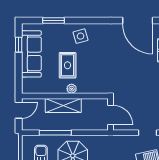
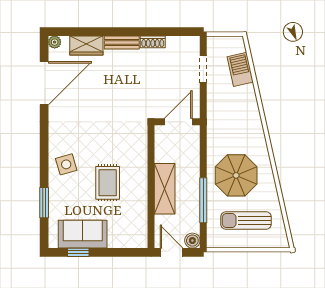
sofa: (31, 54) -> (83, 234), width x0.73
rug: (68, 65) -> (108, 183), turned 90
plant: (72, 89) -> (141, 177), removed
boiler: (27, 125) -> (192, 241), added

